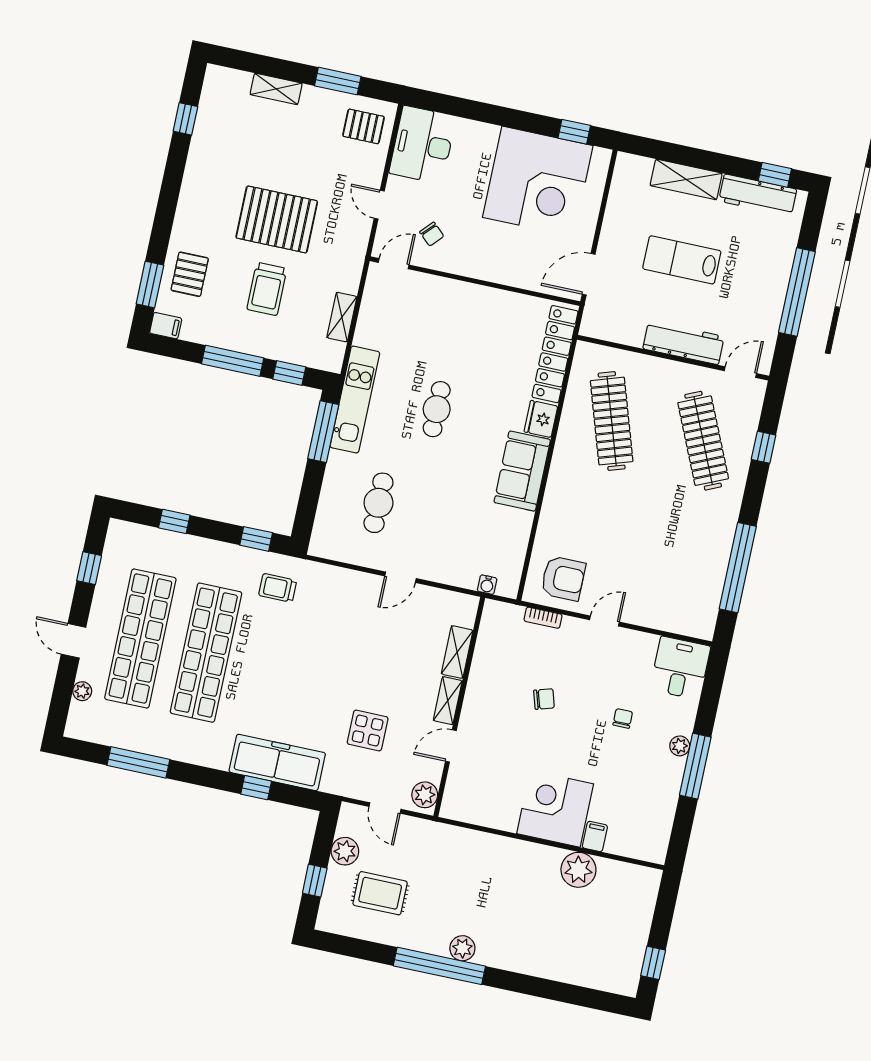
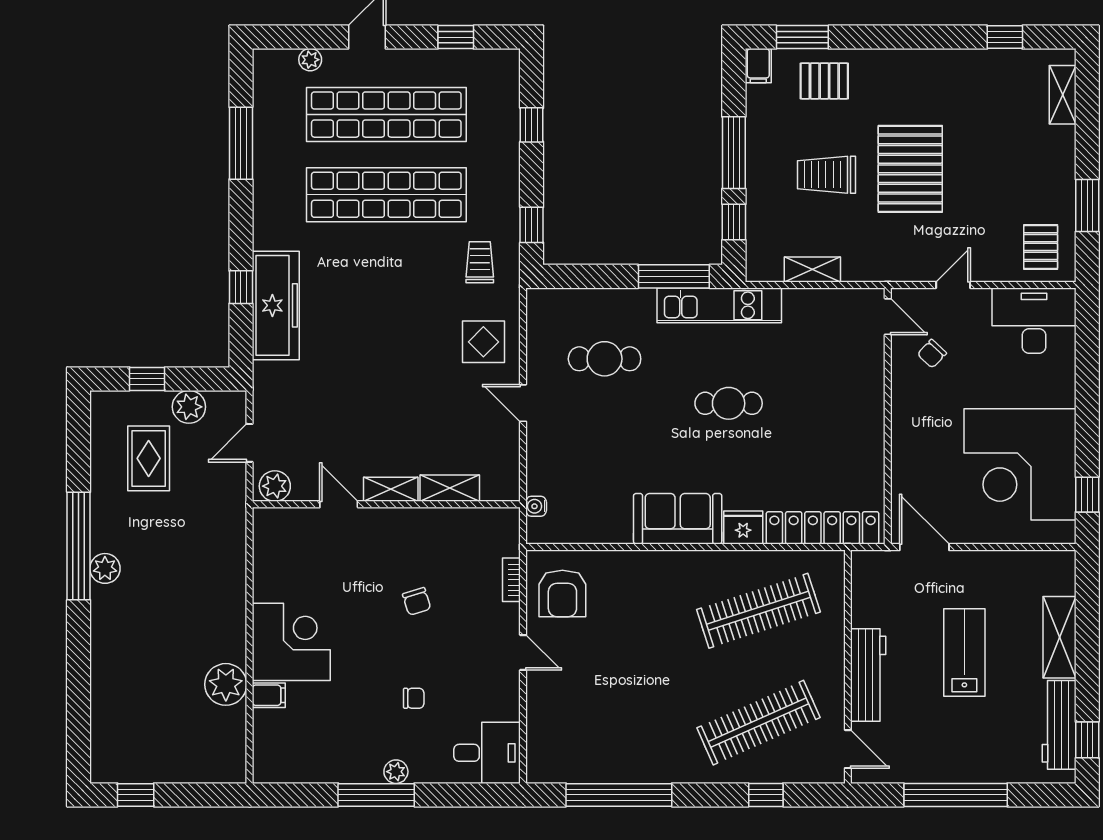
shelving: (276, 89) -> (1063, 95), moved
display table: (368, 731) -> (483, 342), moved

